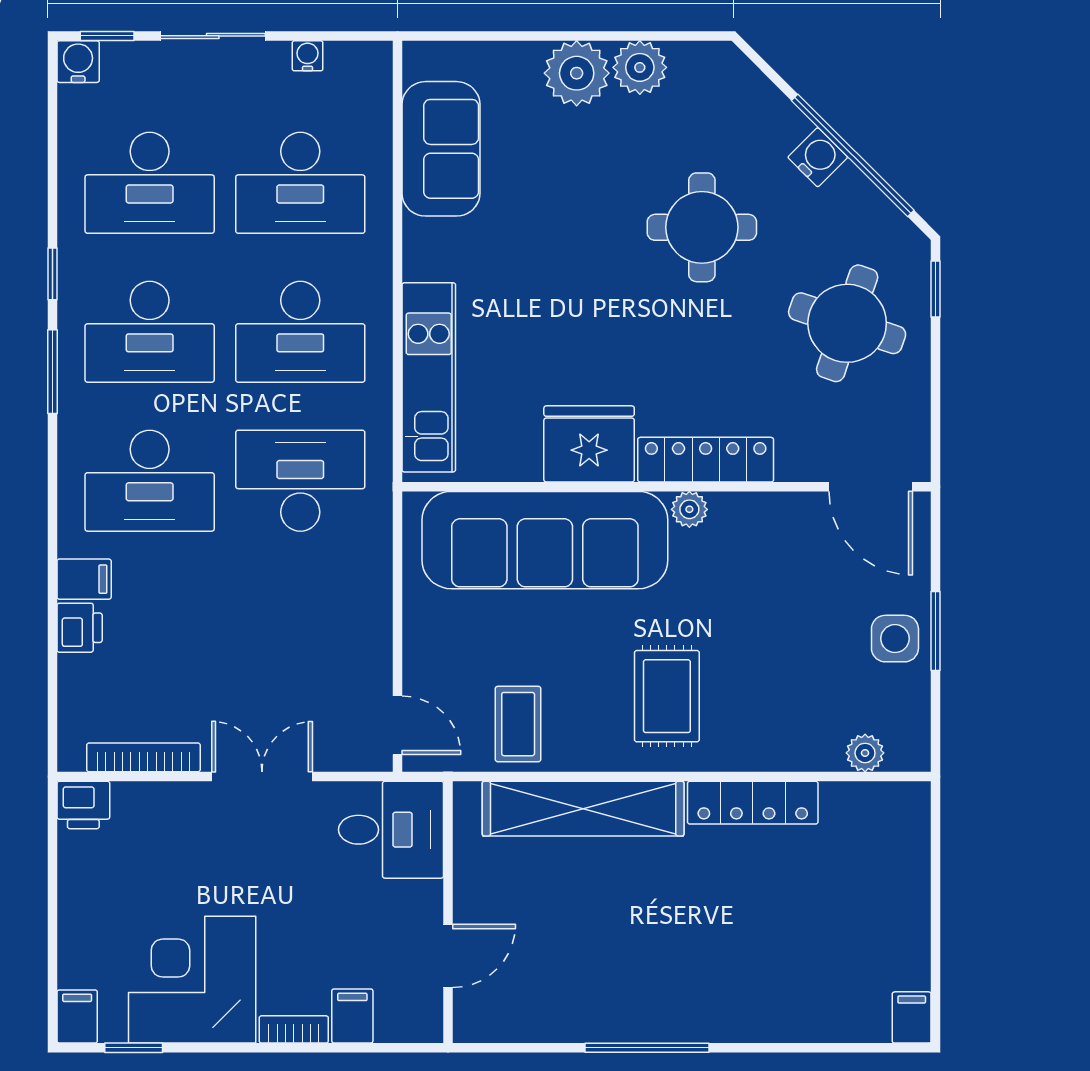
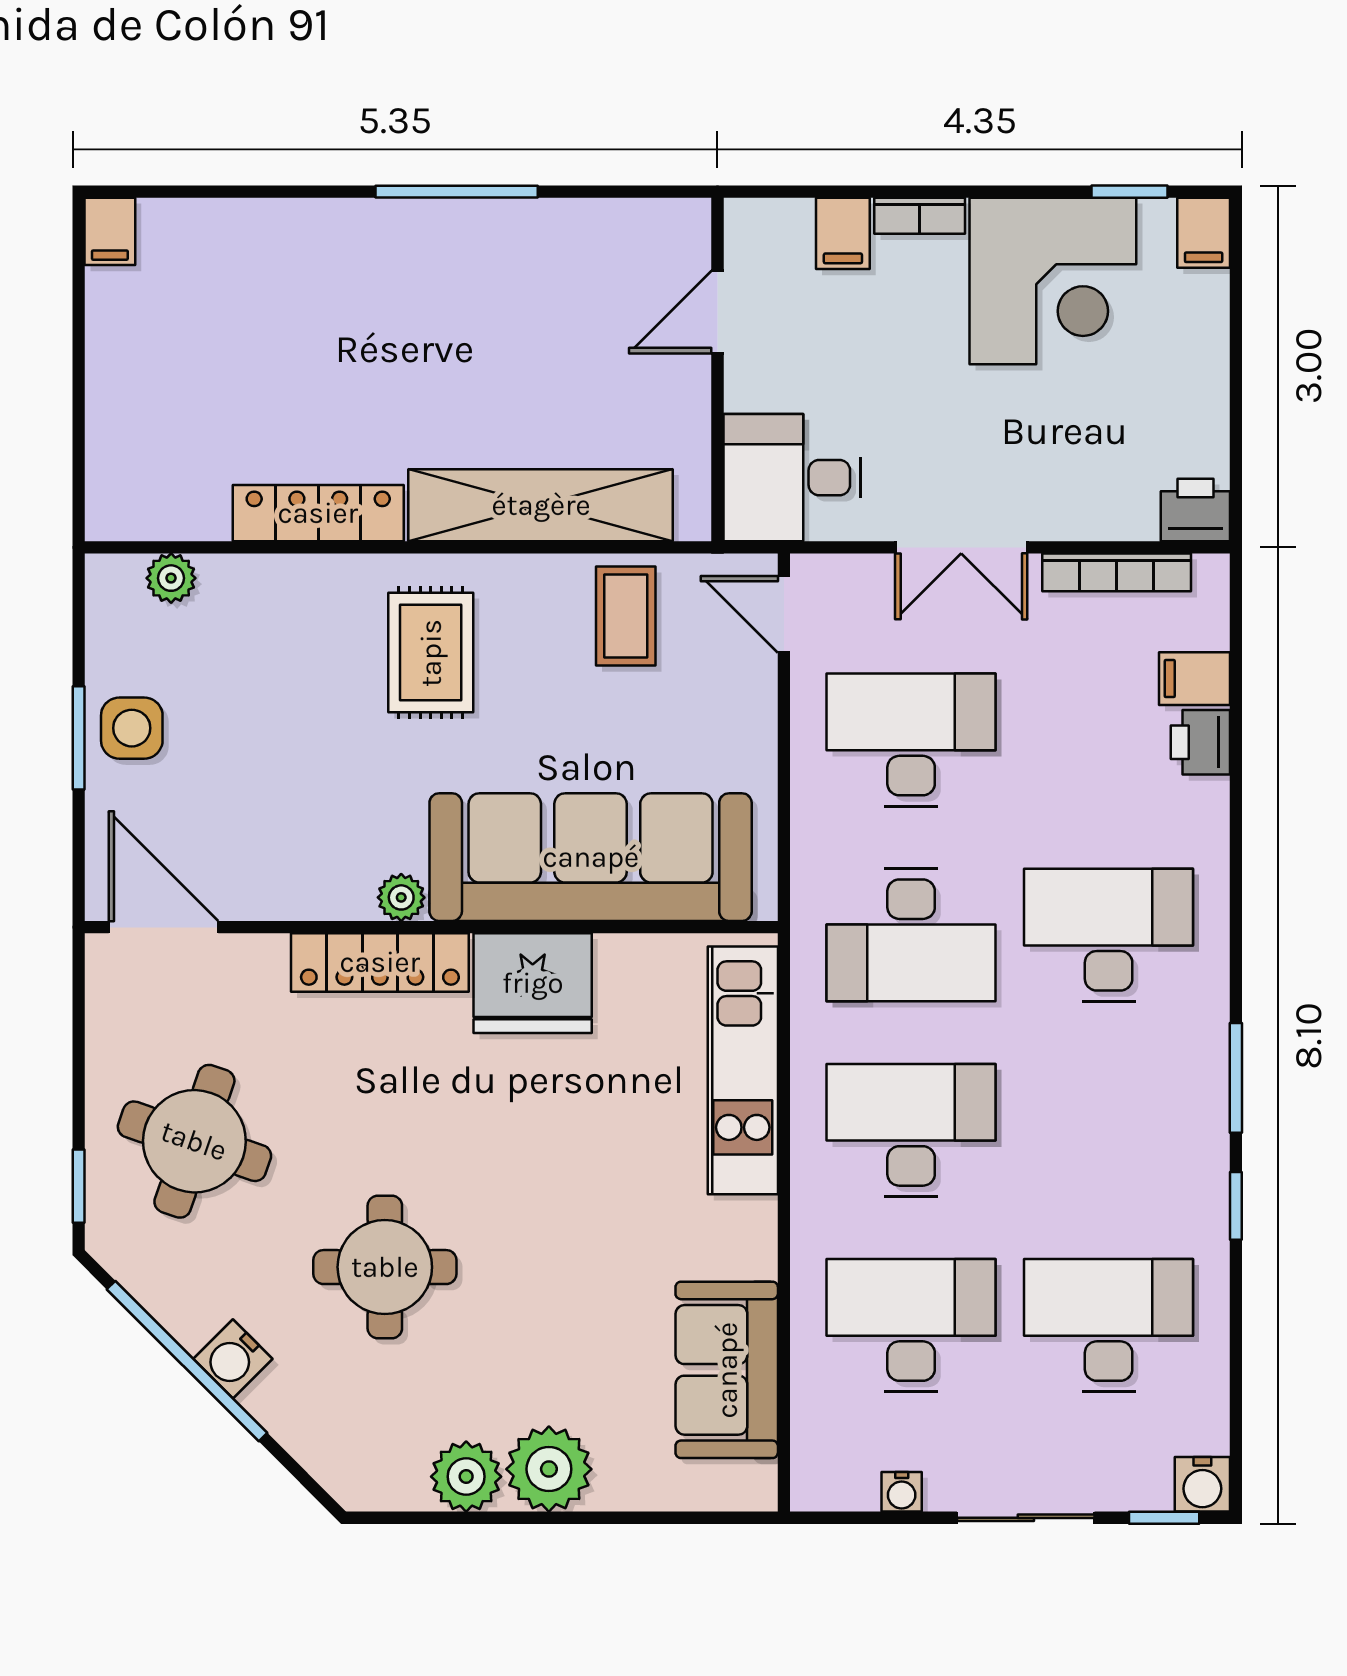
desk: (150, 332) -> (911, 740), moved
filing cabinet: (84, 579) -> (1194, 679), moved

